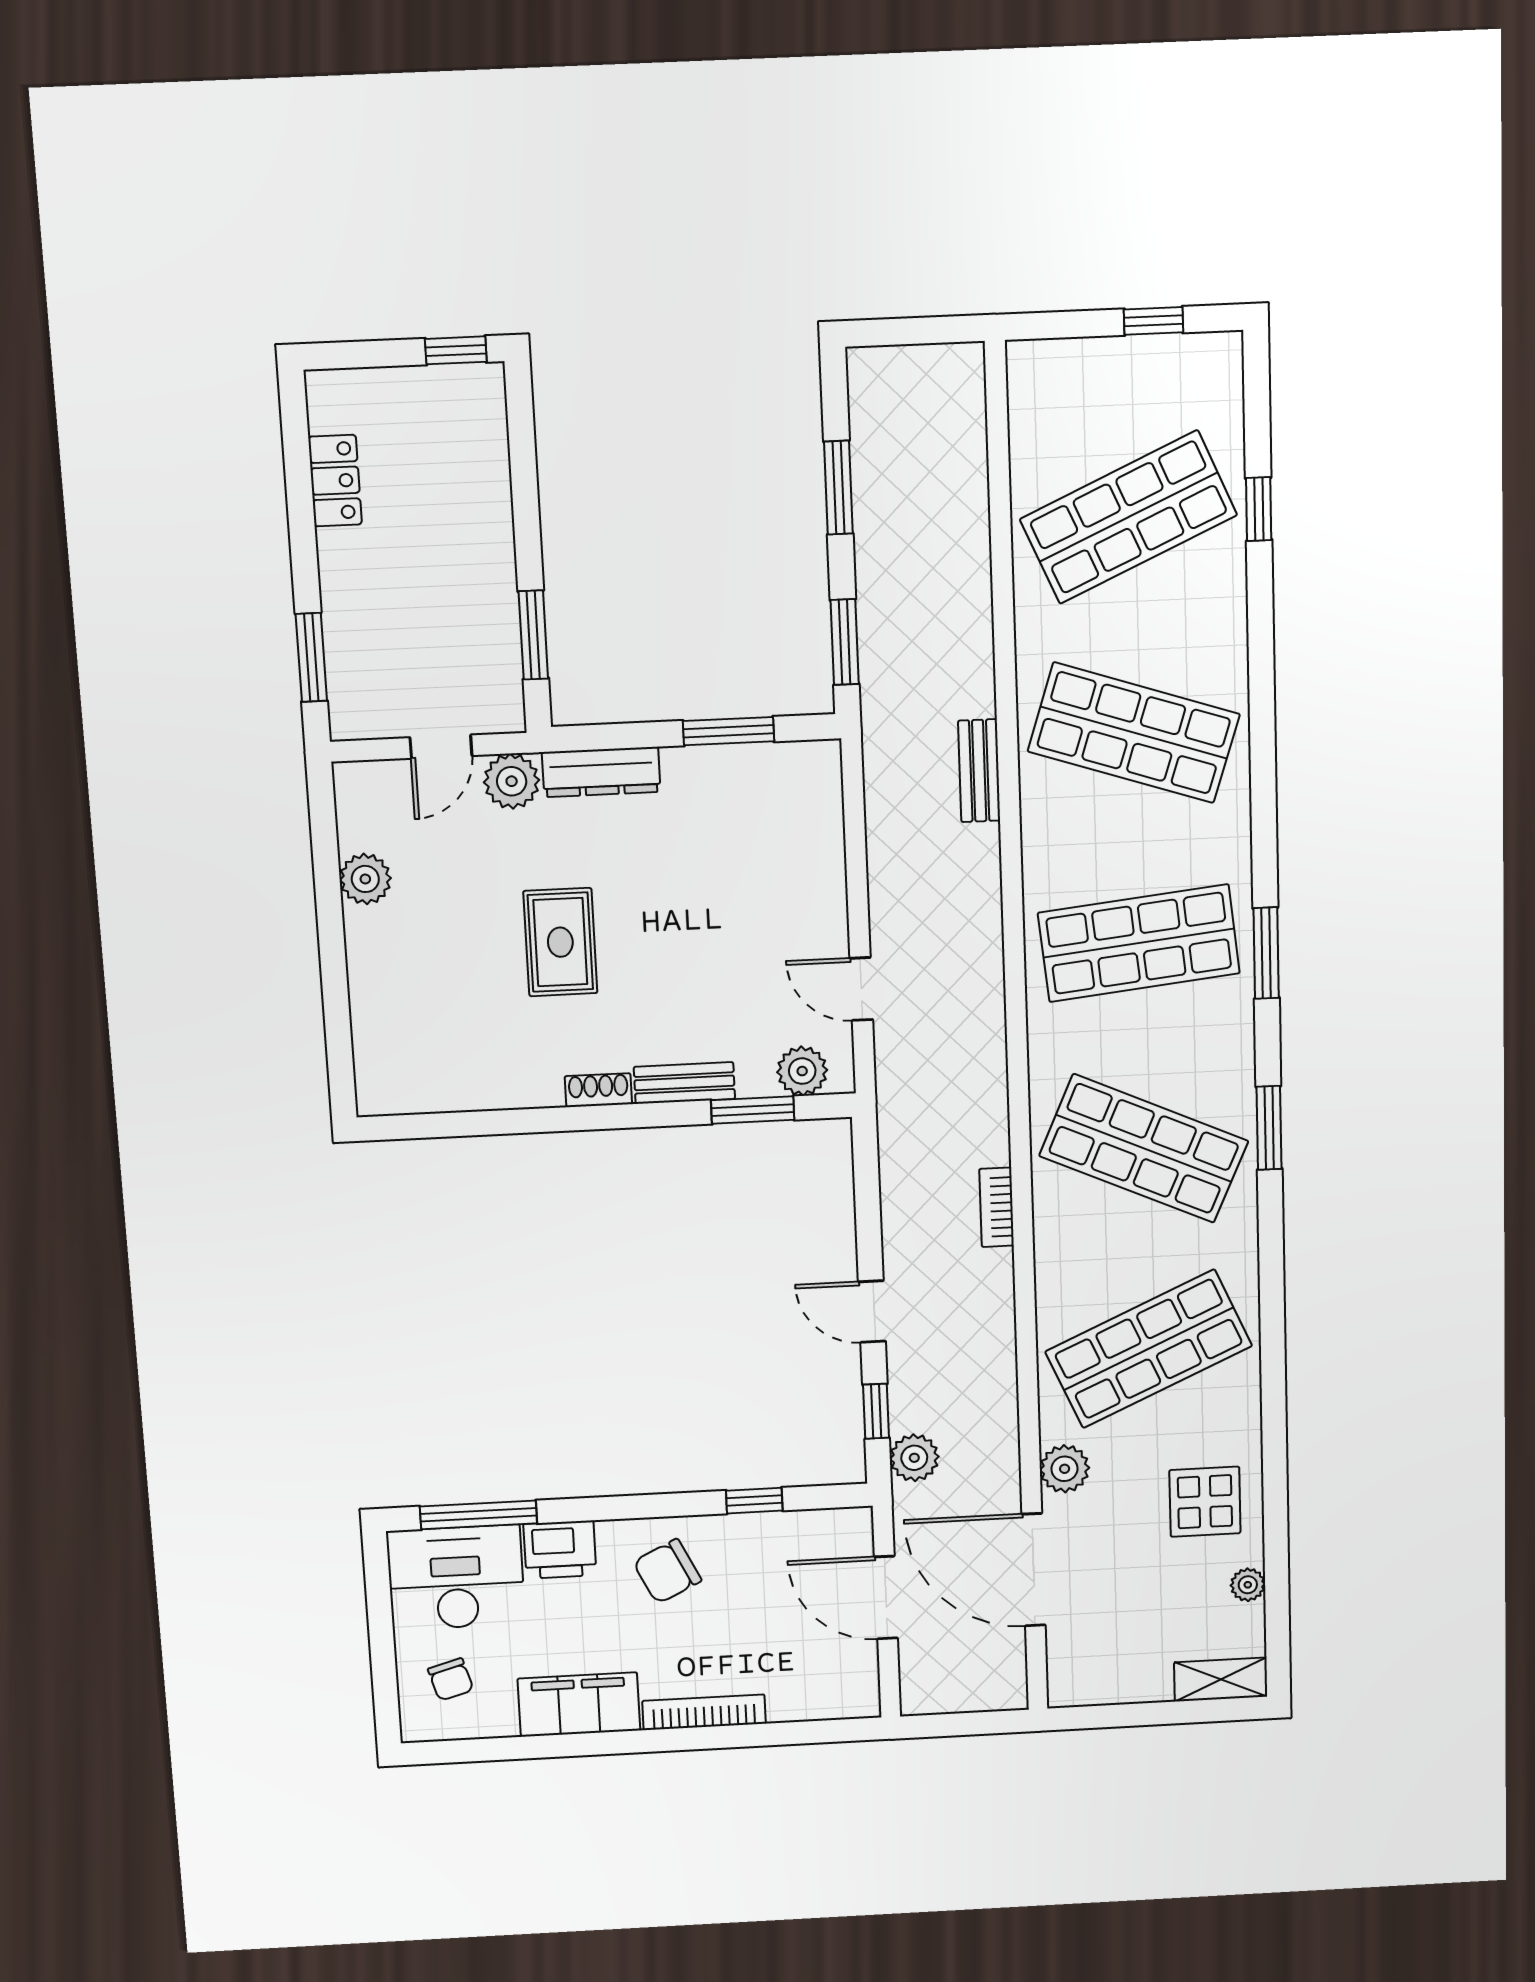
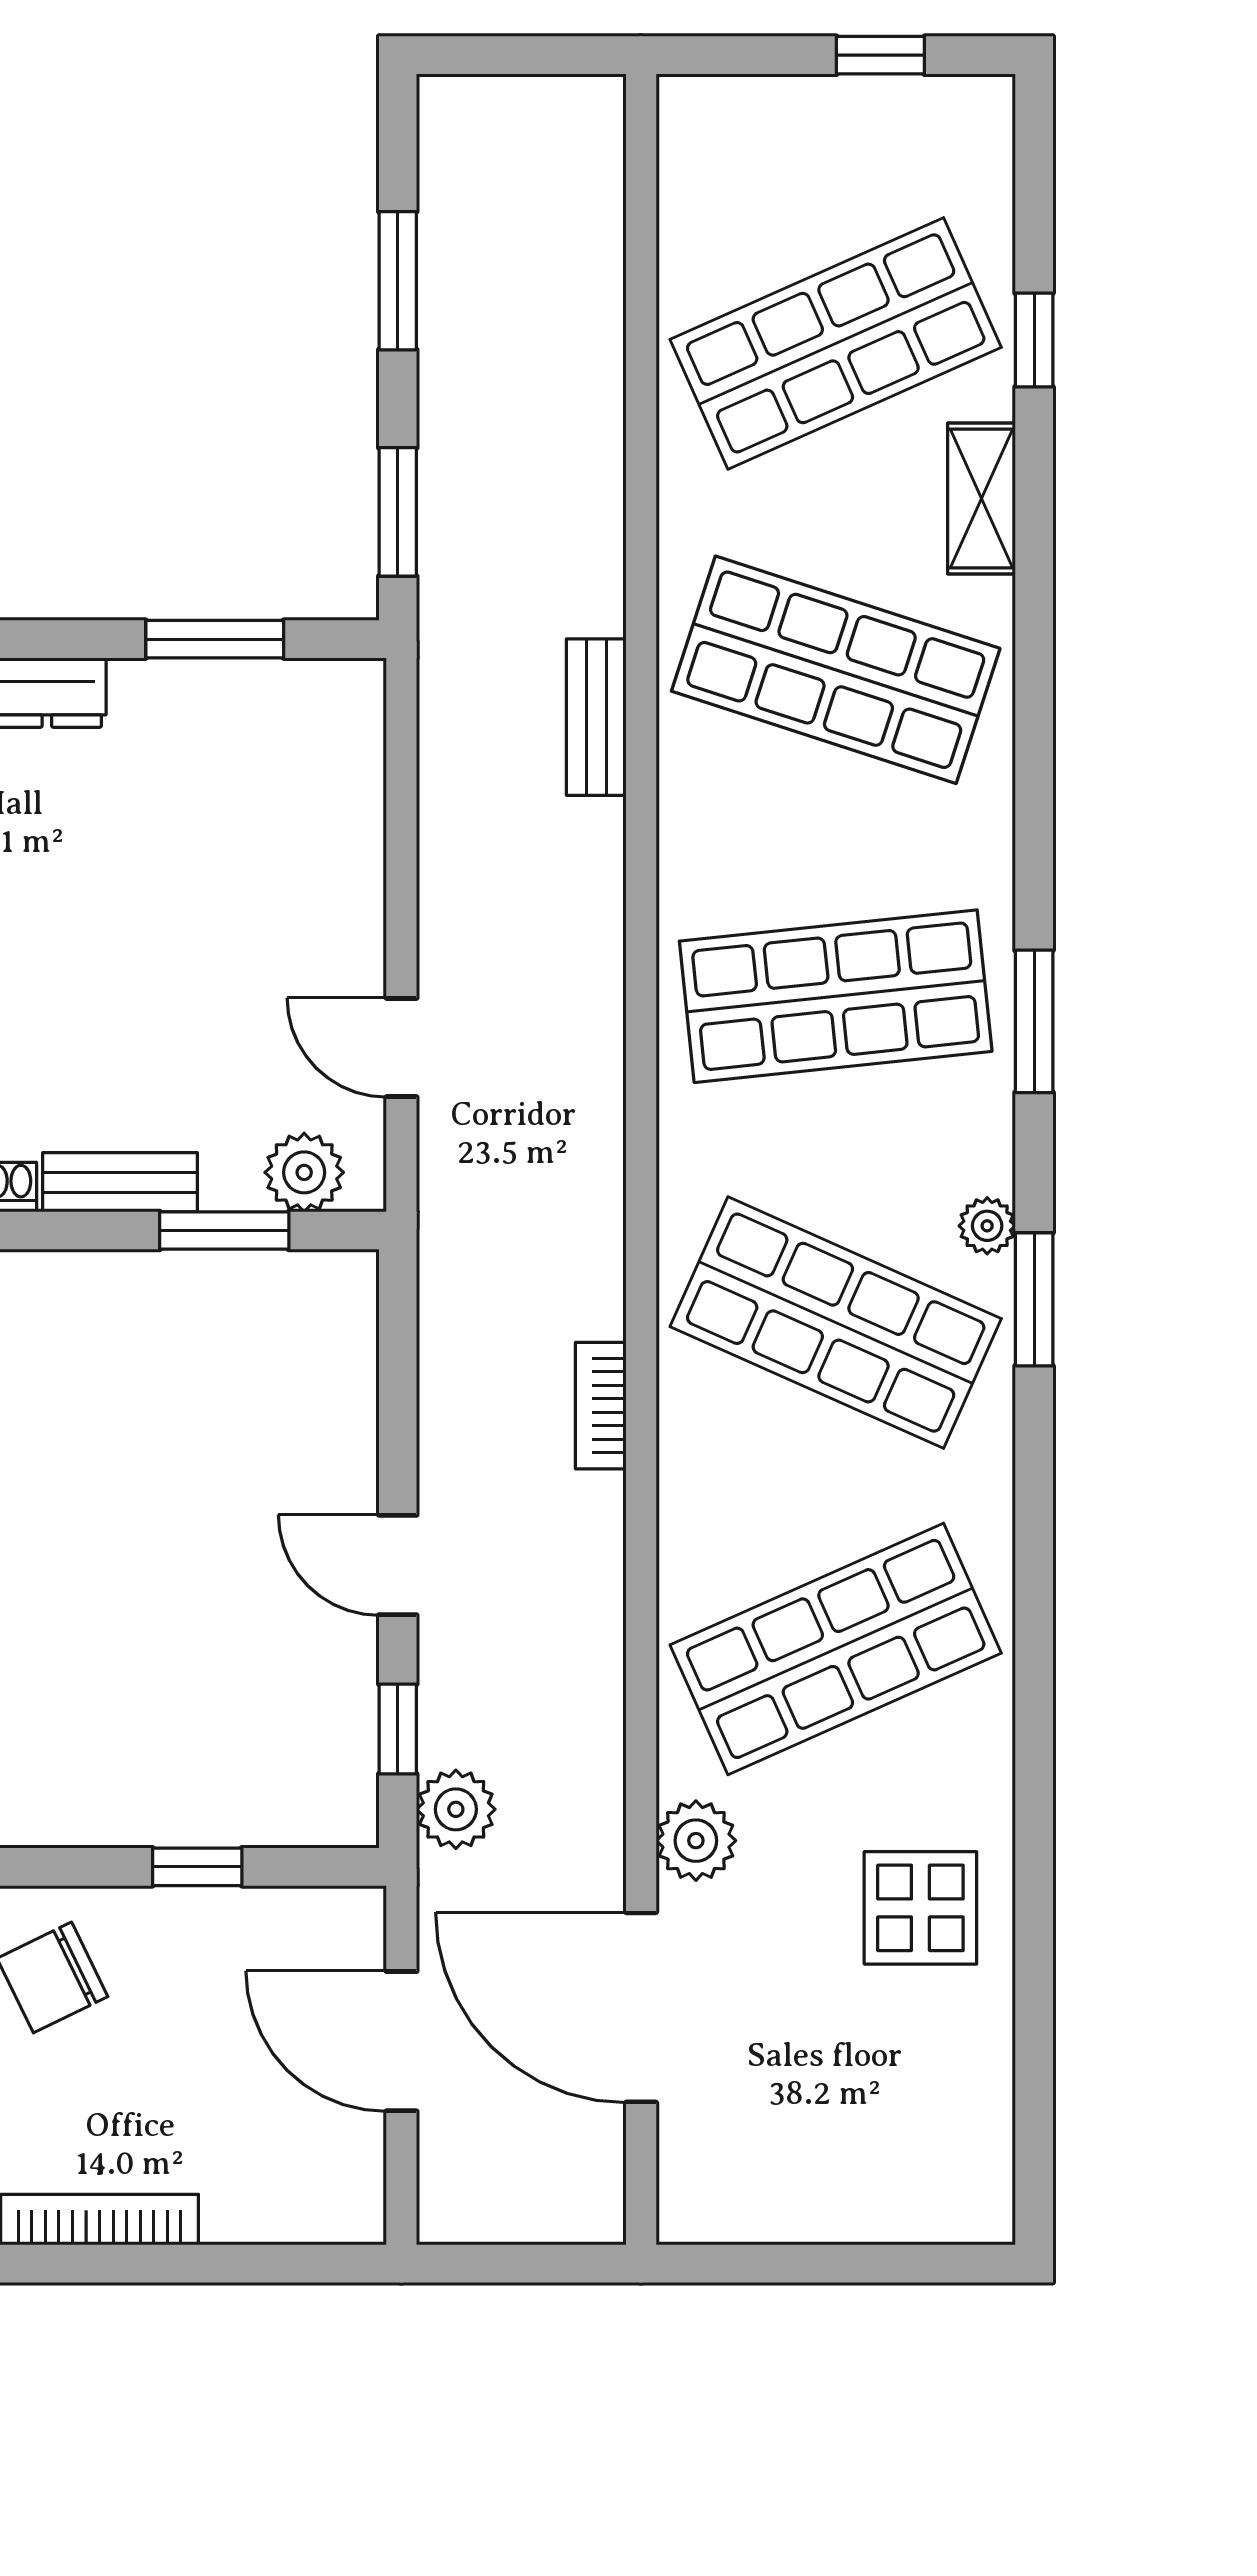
plant: (1248, 1585) -> (987, 1226), moved
shelving: (1221, 1680) -> (981, 499), moved, turned 90

